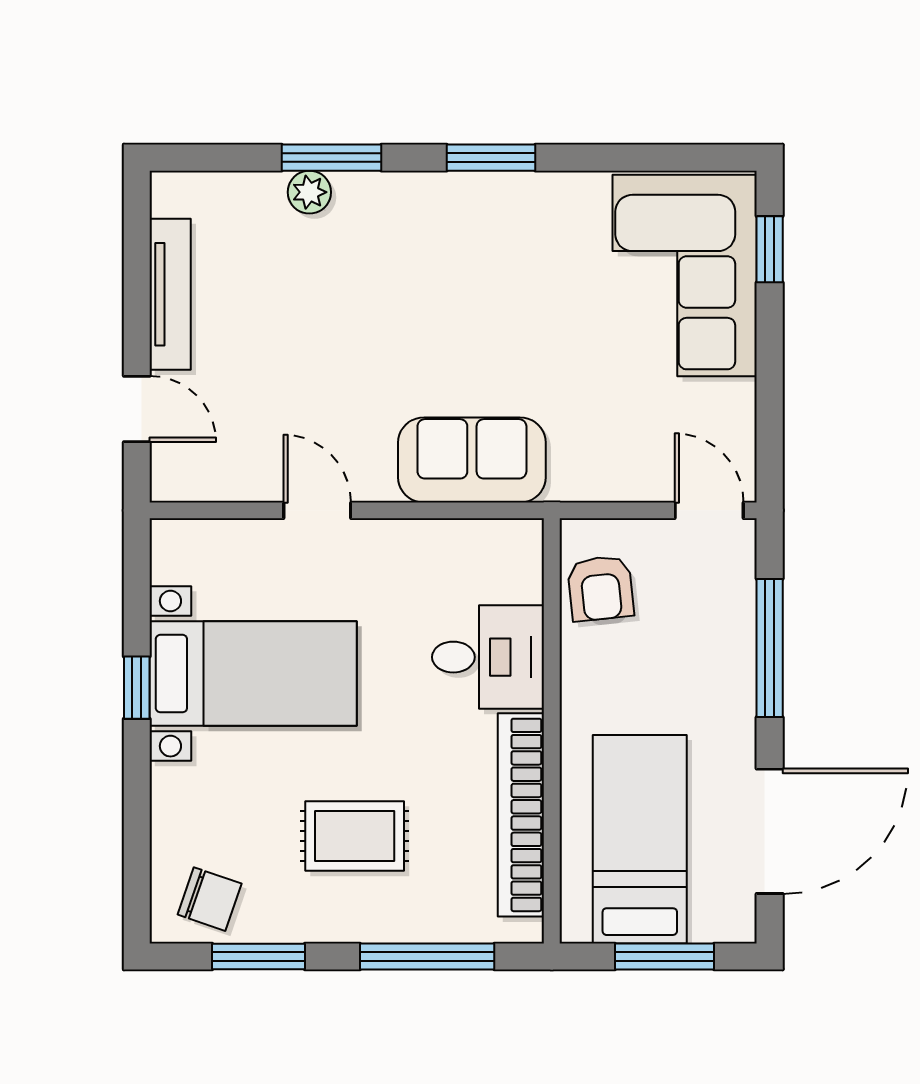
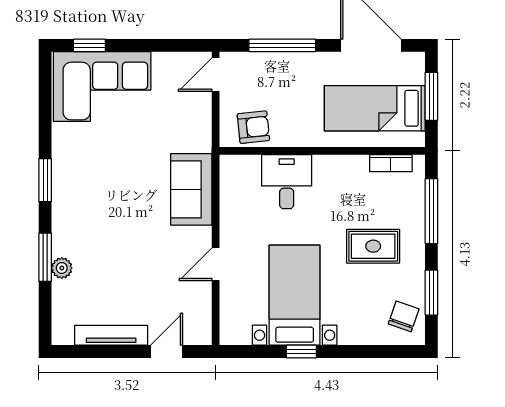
bookcase: (521, 815) -> (391, 163), width x0.43, depth x0.76
rug: (355, 836) -> (373, 246), turned 90

